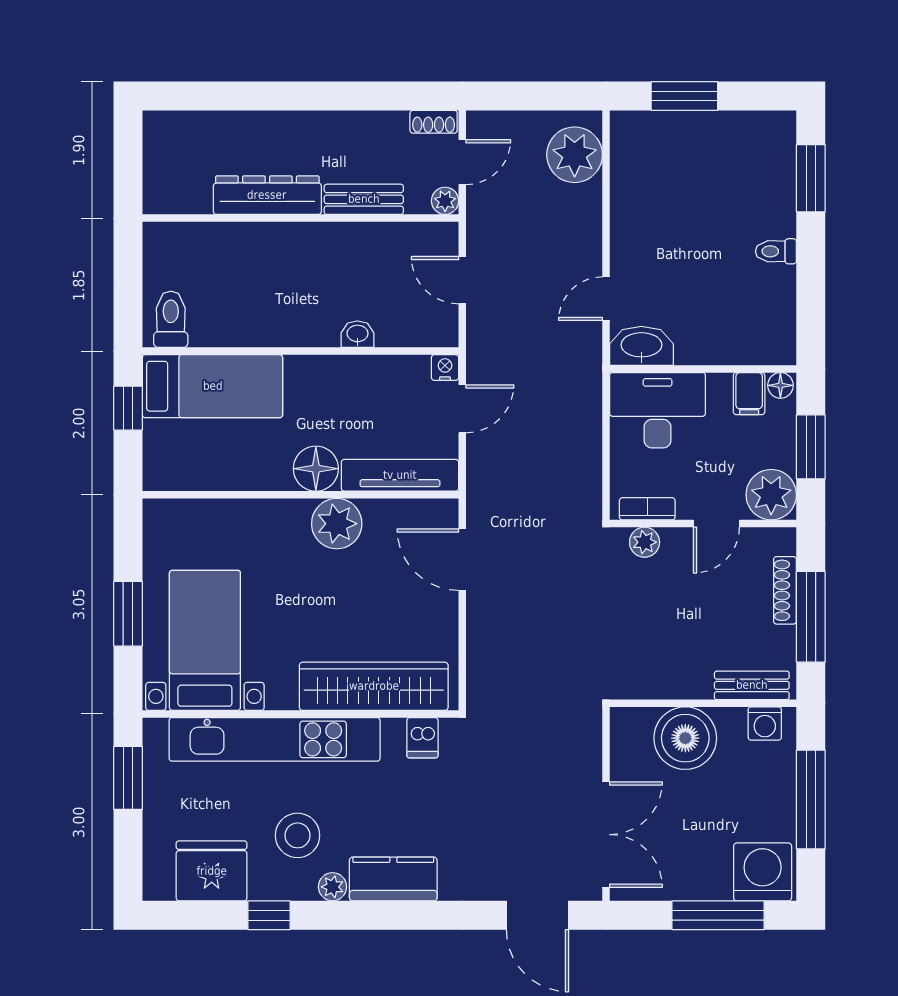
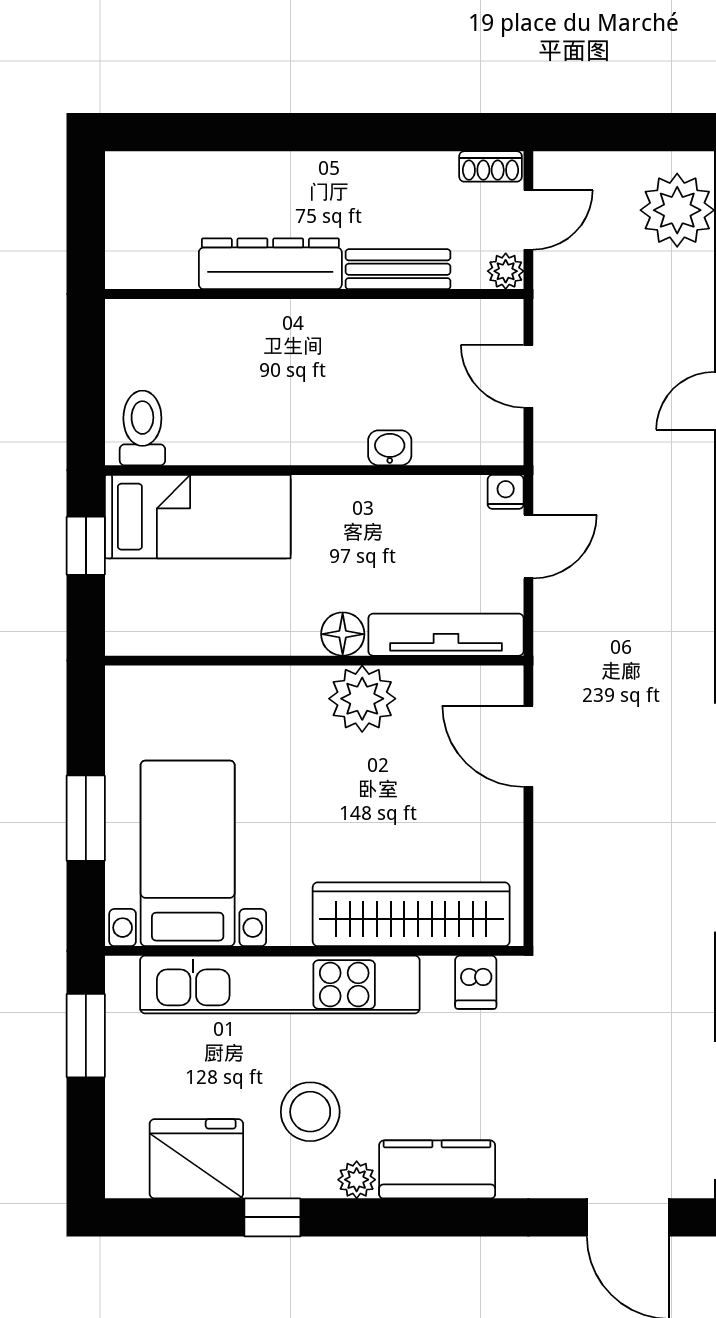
floor lamp: (316, 469) -> (343, 634), width x0.73, depth x0.73

